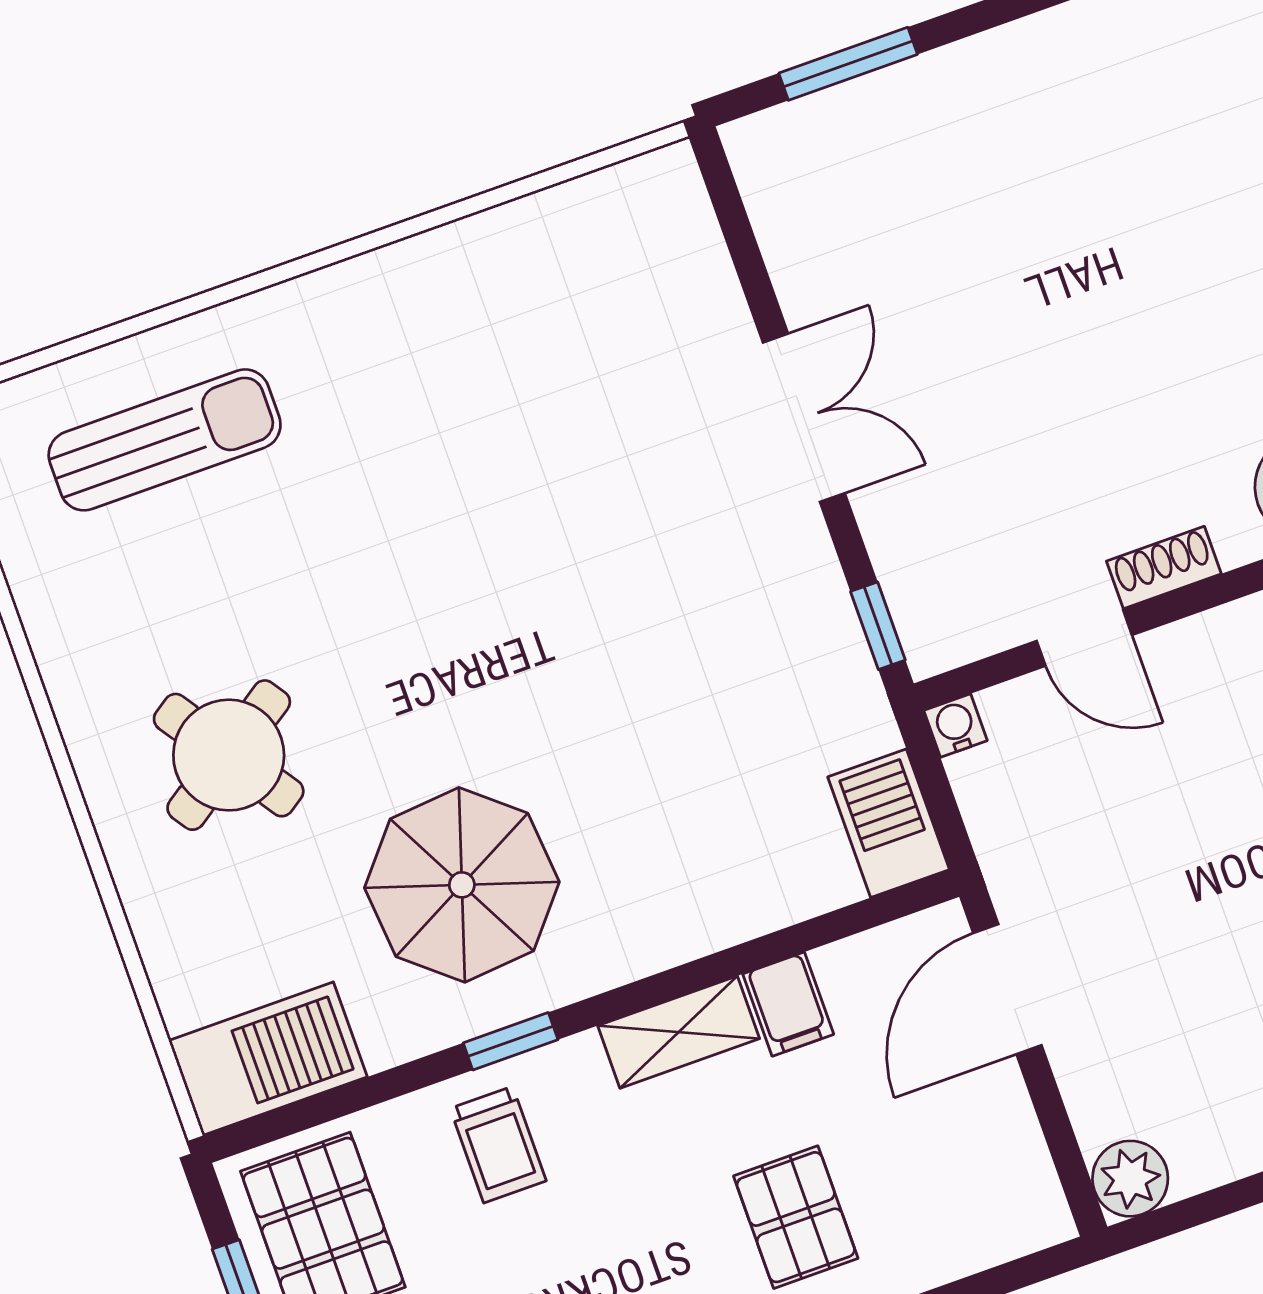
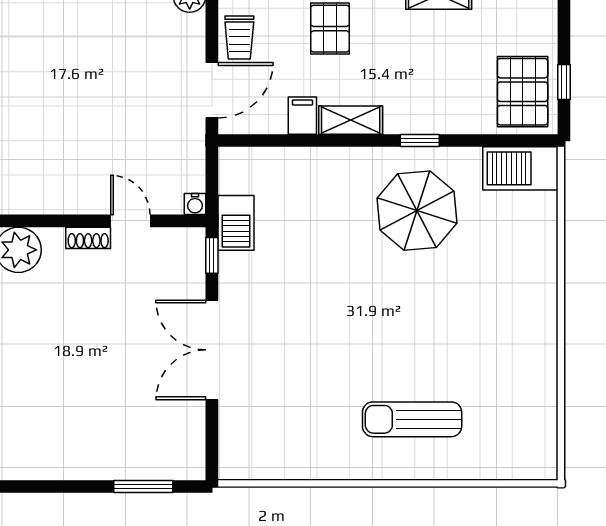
double door: (804, 418) -> (212, 350), width x1.37
sun lounger: (165, 440) -> (412, 419), moved
round table: (229, 755) -> (492, 297), removed
barbecue: (889, 823) -> (236, 223), moved
trolley: (498, 1145) -> (239, 37), moved, turned 180

